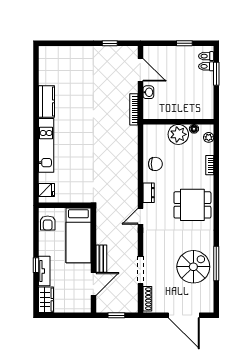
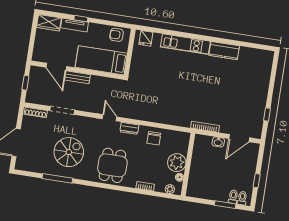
spiral stairs: (193, 267) -> (69, 152), moved, turned -90

